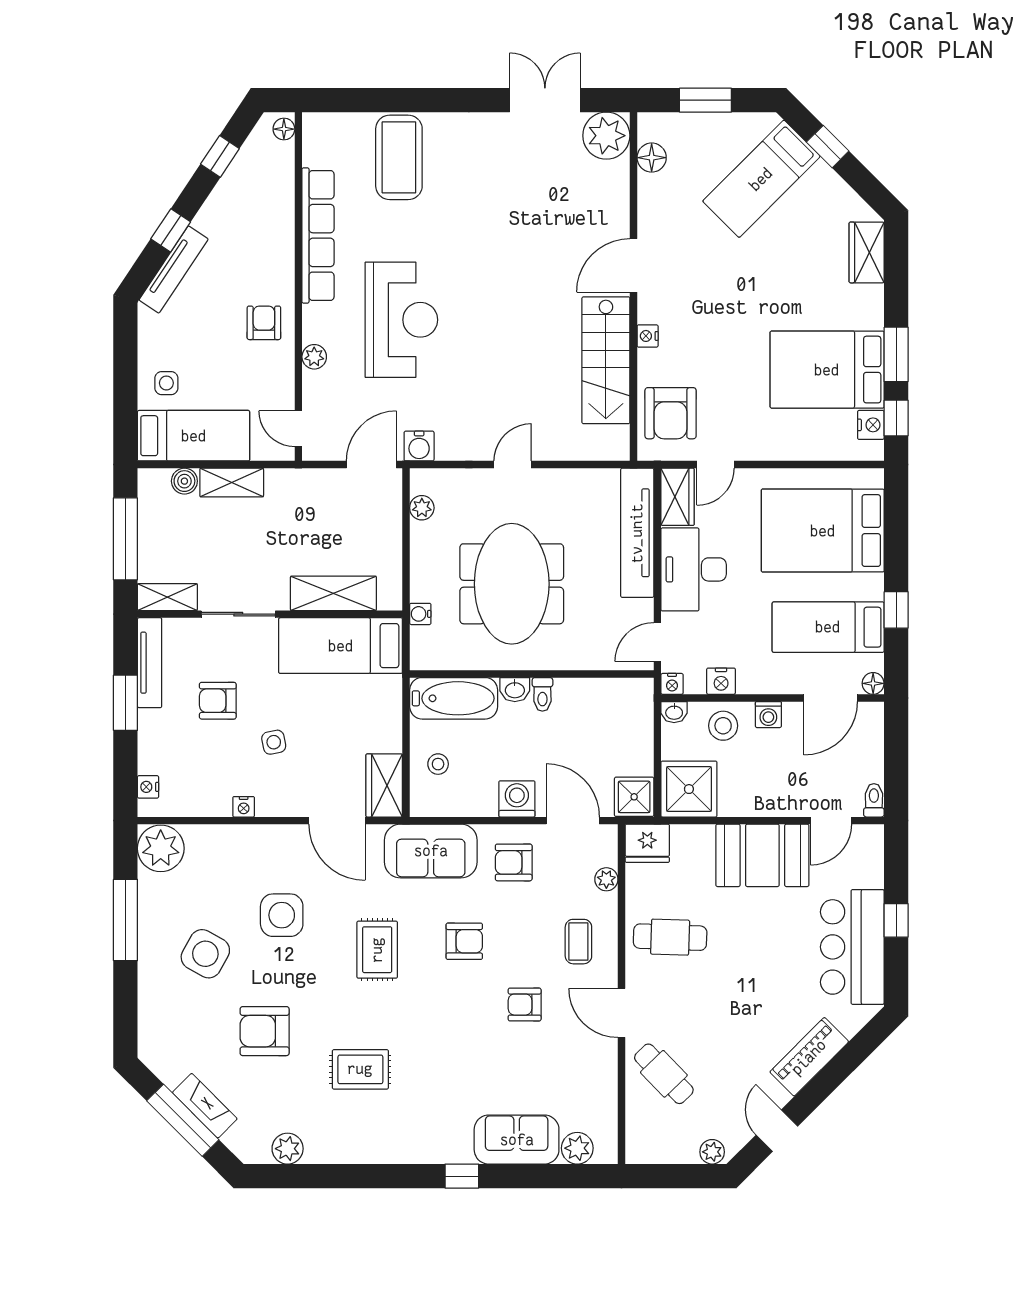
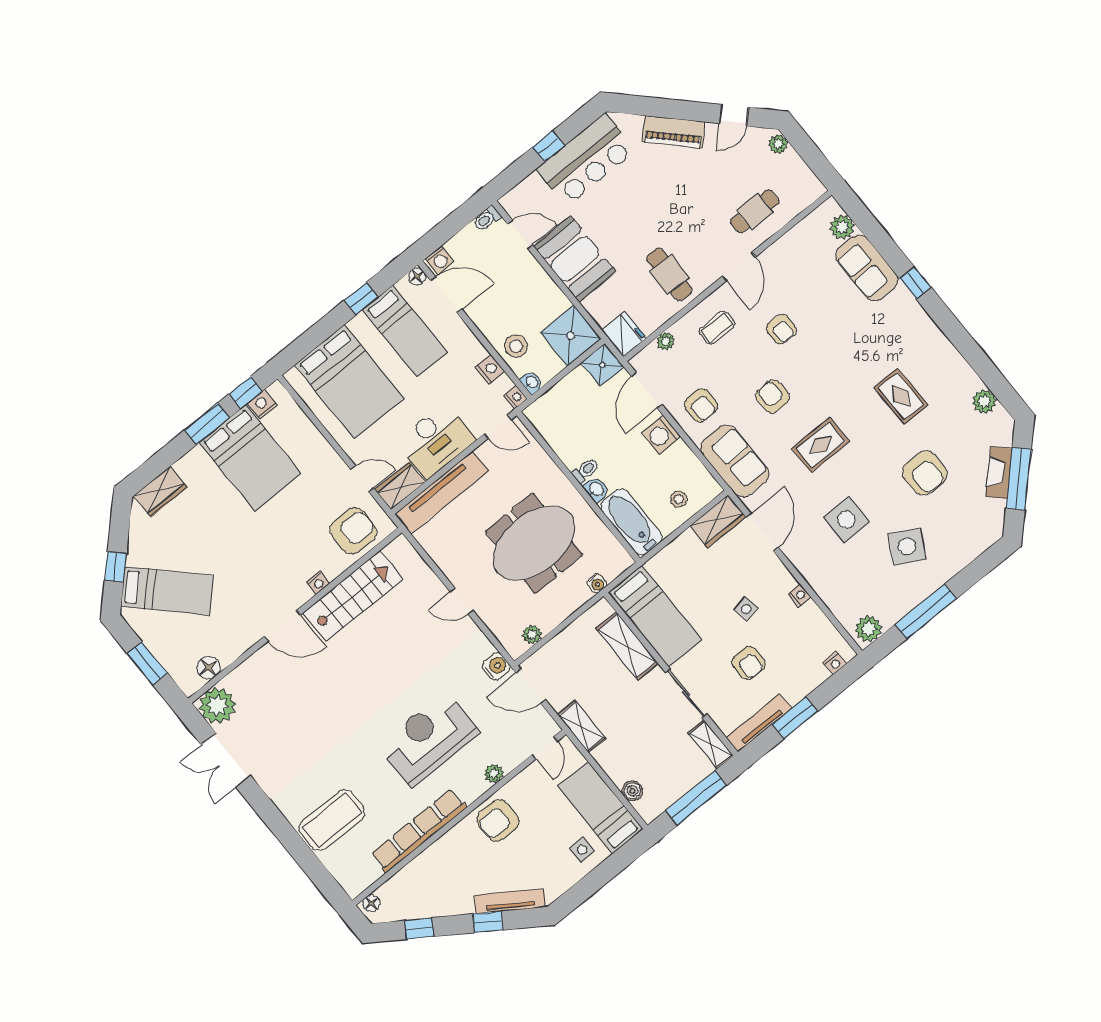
armchair: (264, 323) -> (498, 820), width x1.38, depth x1.38
shelving: (232, 482) -> (582, 727), moved
washing machine: (768, 715) -> (440, 260), moved, turned 90
plant: (161, 848) -> (868, 629), width x0.73, depth x0.73
cafe table: (664, 1074) -> (755, 211), turned 44

